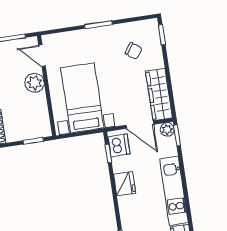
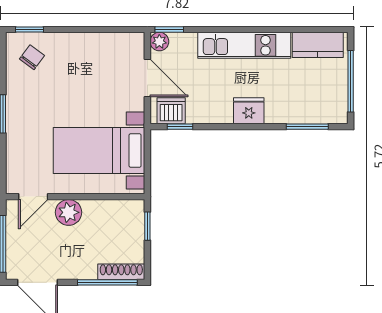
chair: (134, 51) -> (32, 57), moved
wardrobe: (159, 94) -> (110, 46), removed
door: (140, 125) -> (147, 78), hinge flipped
fridge: (125, 184) -> (249, 111), moved

